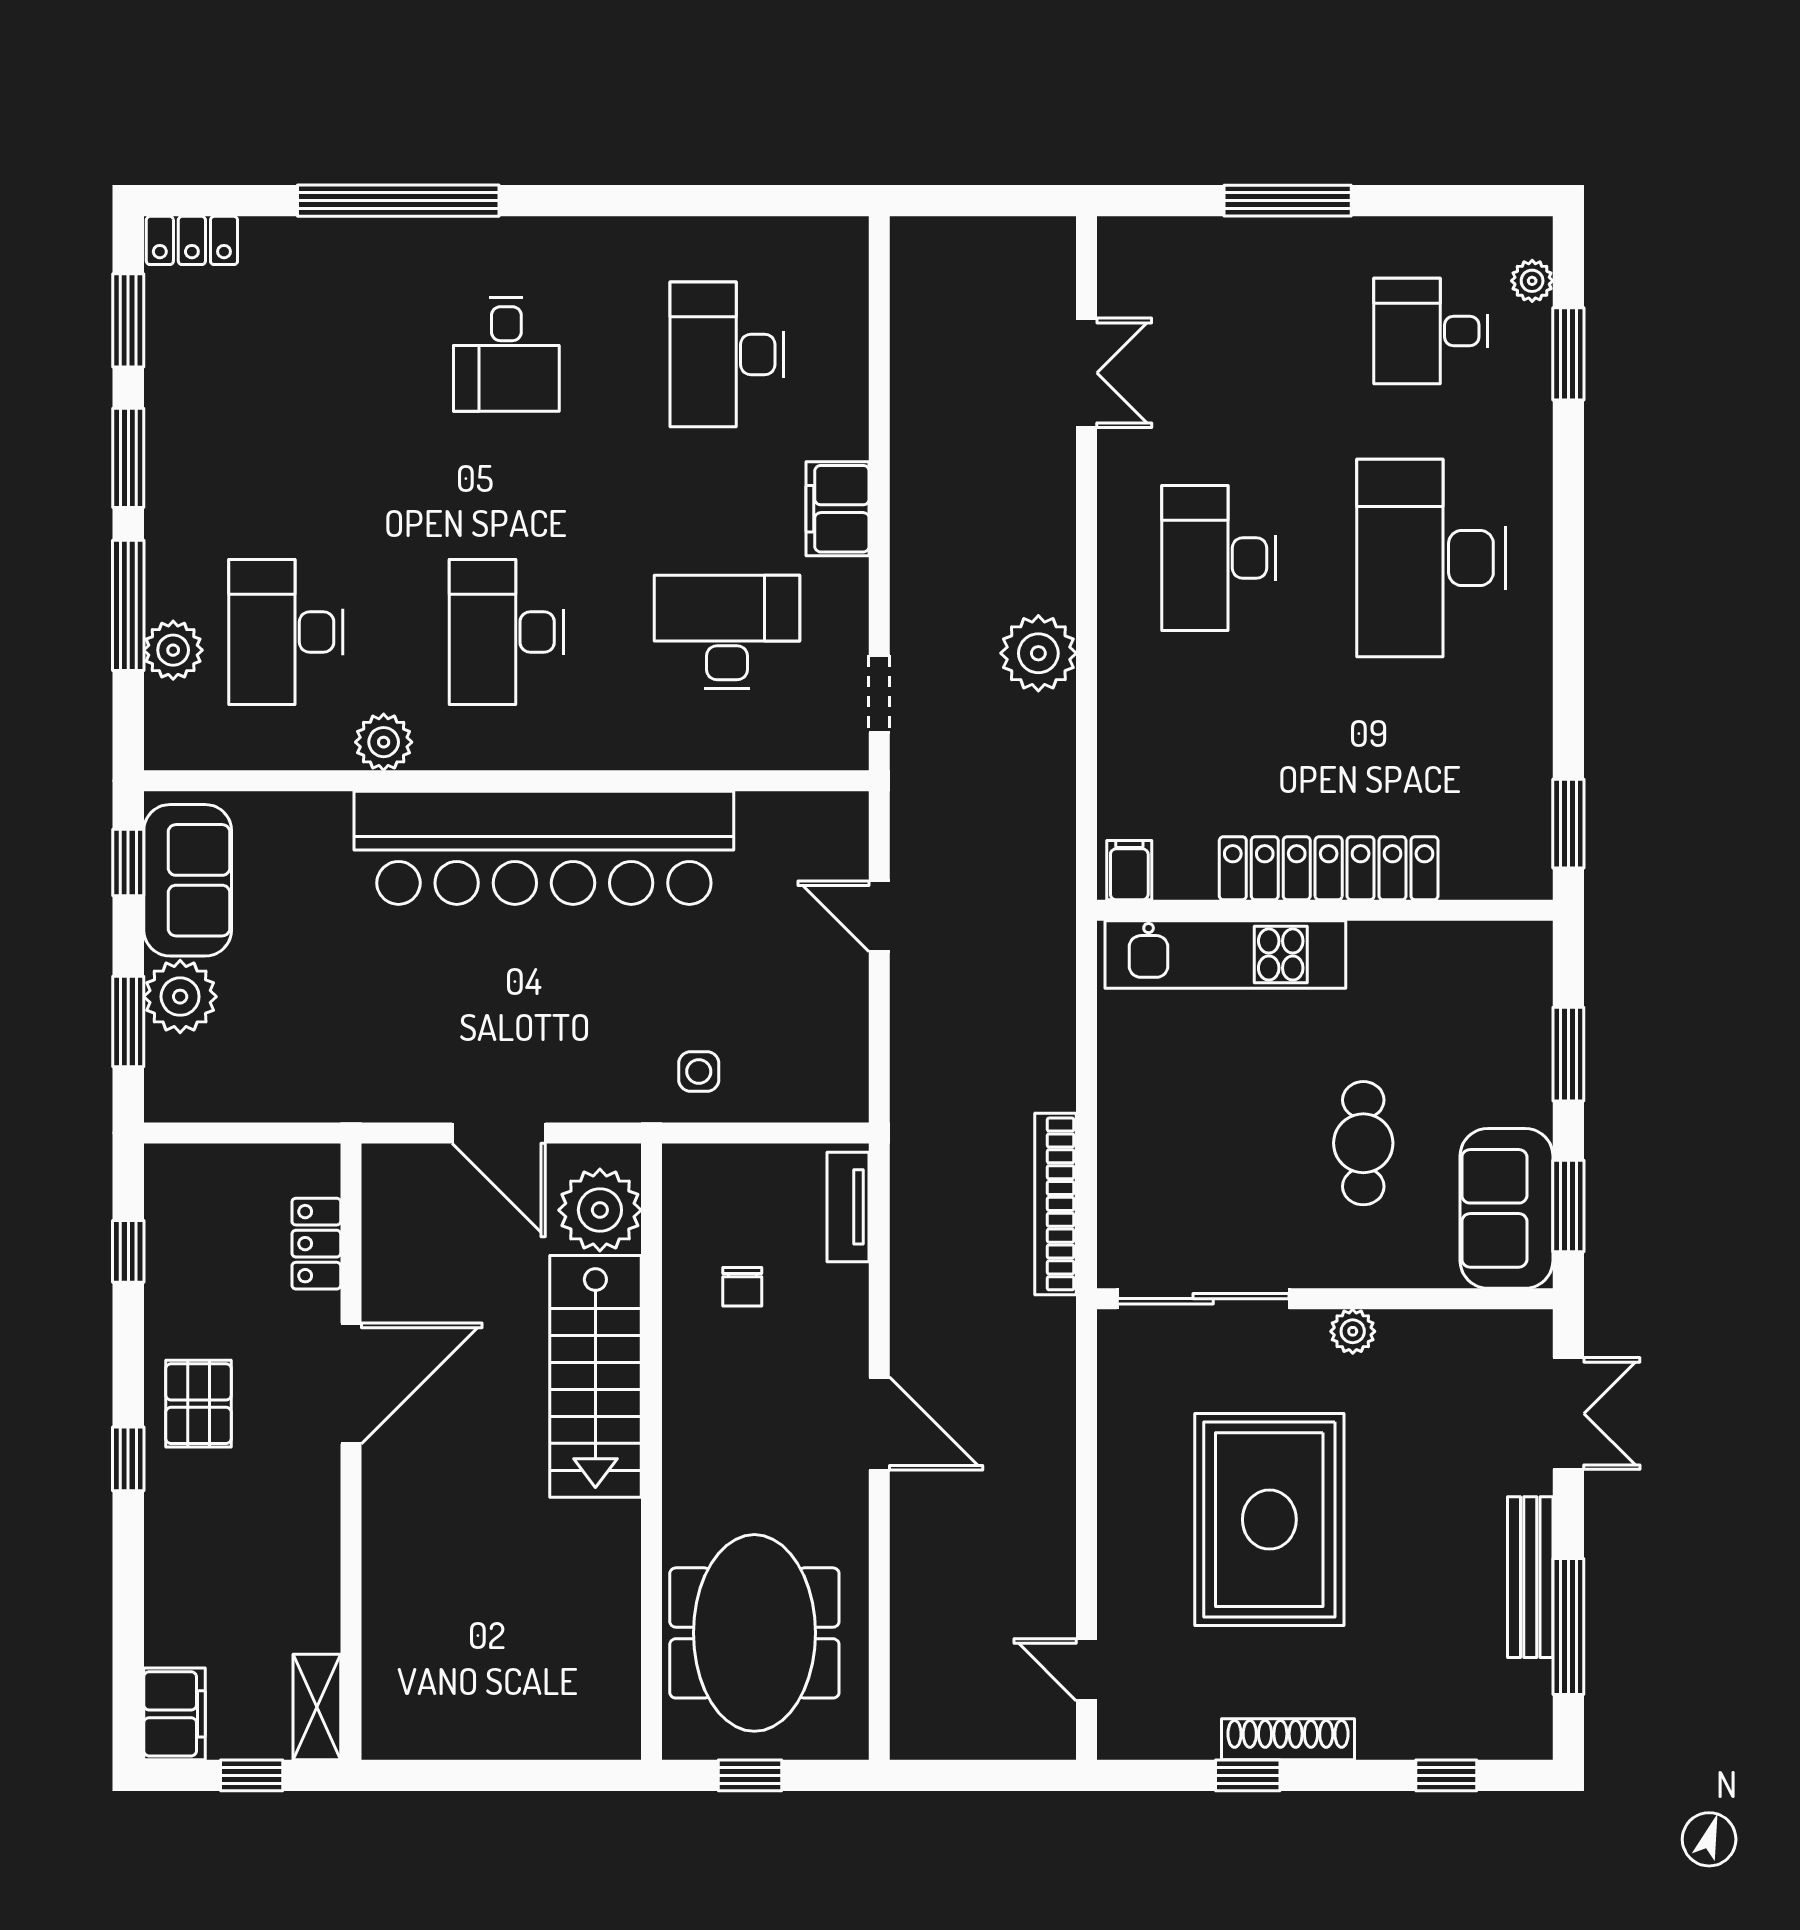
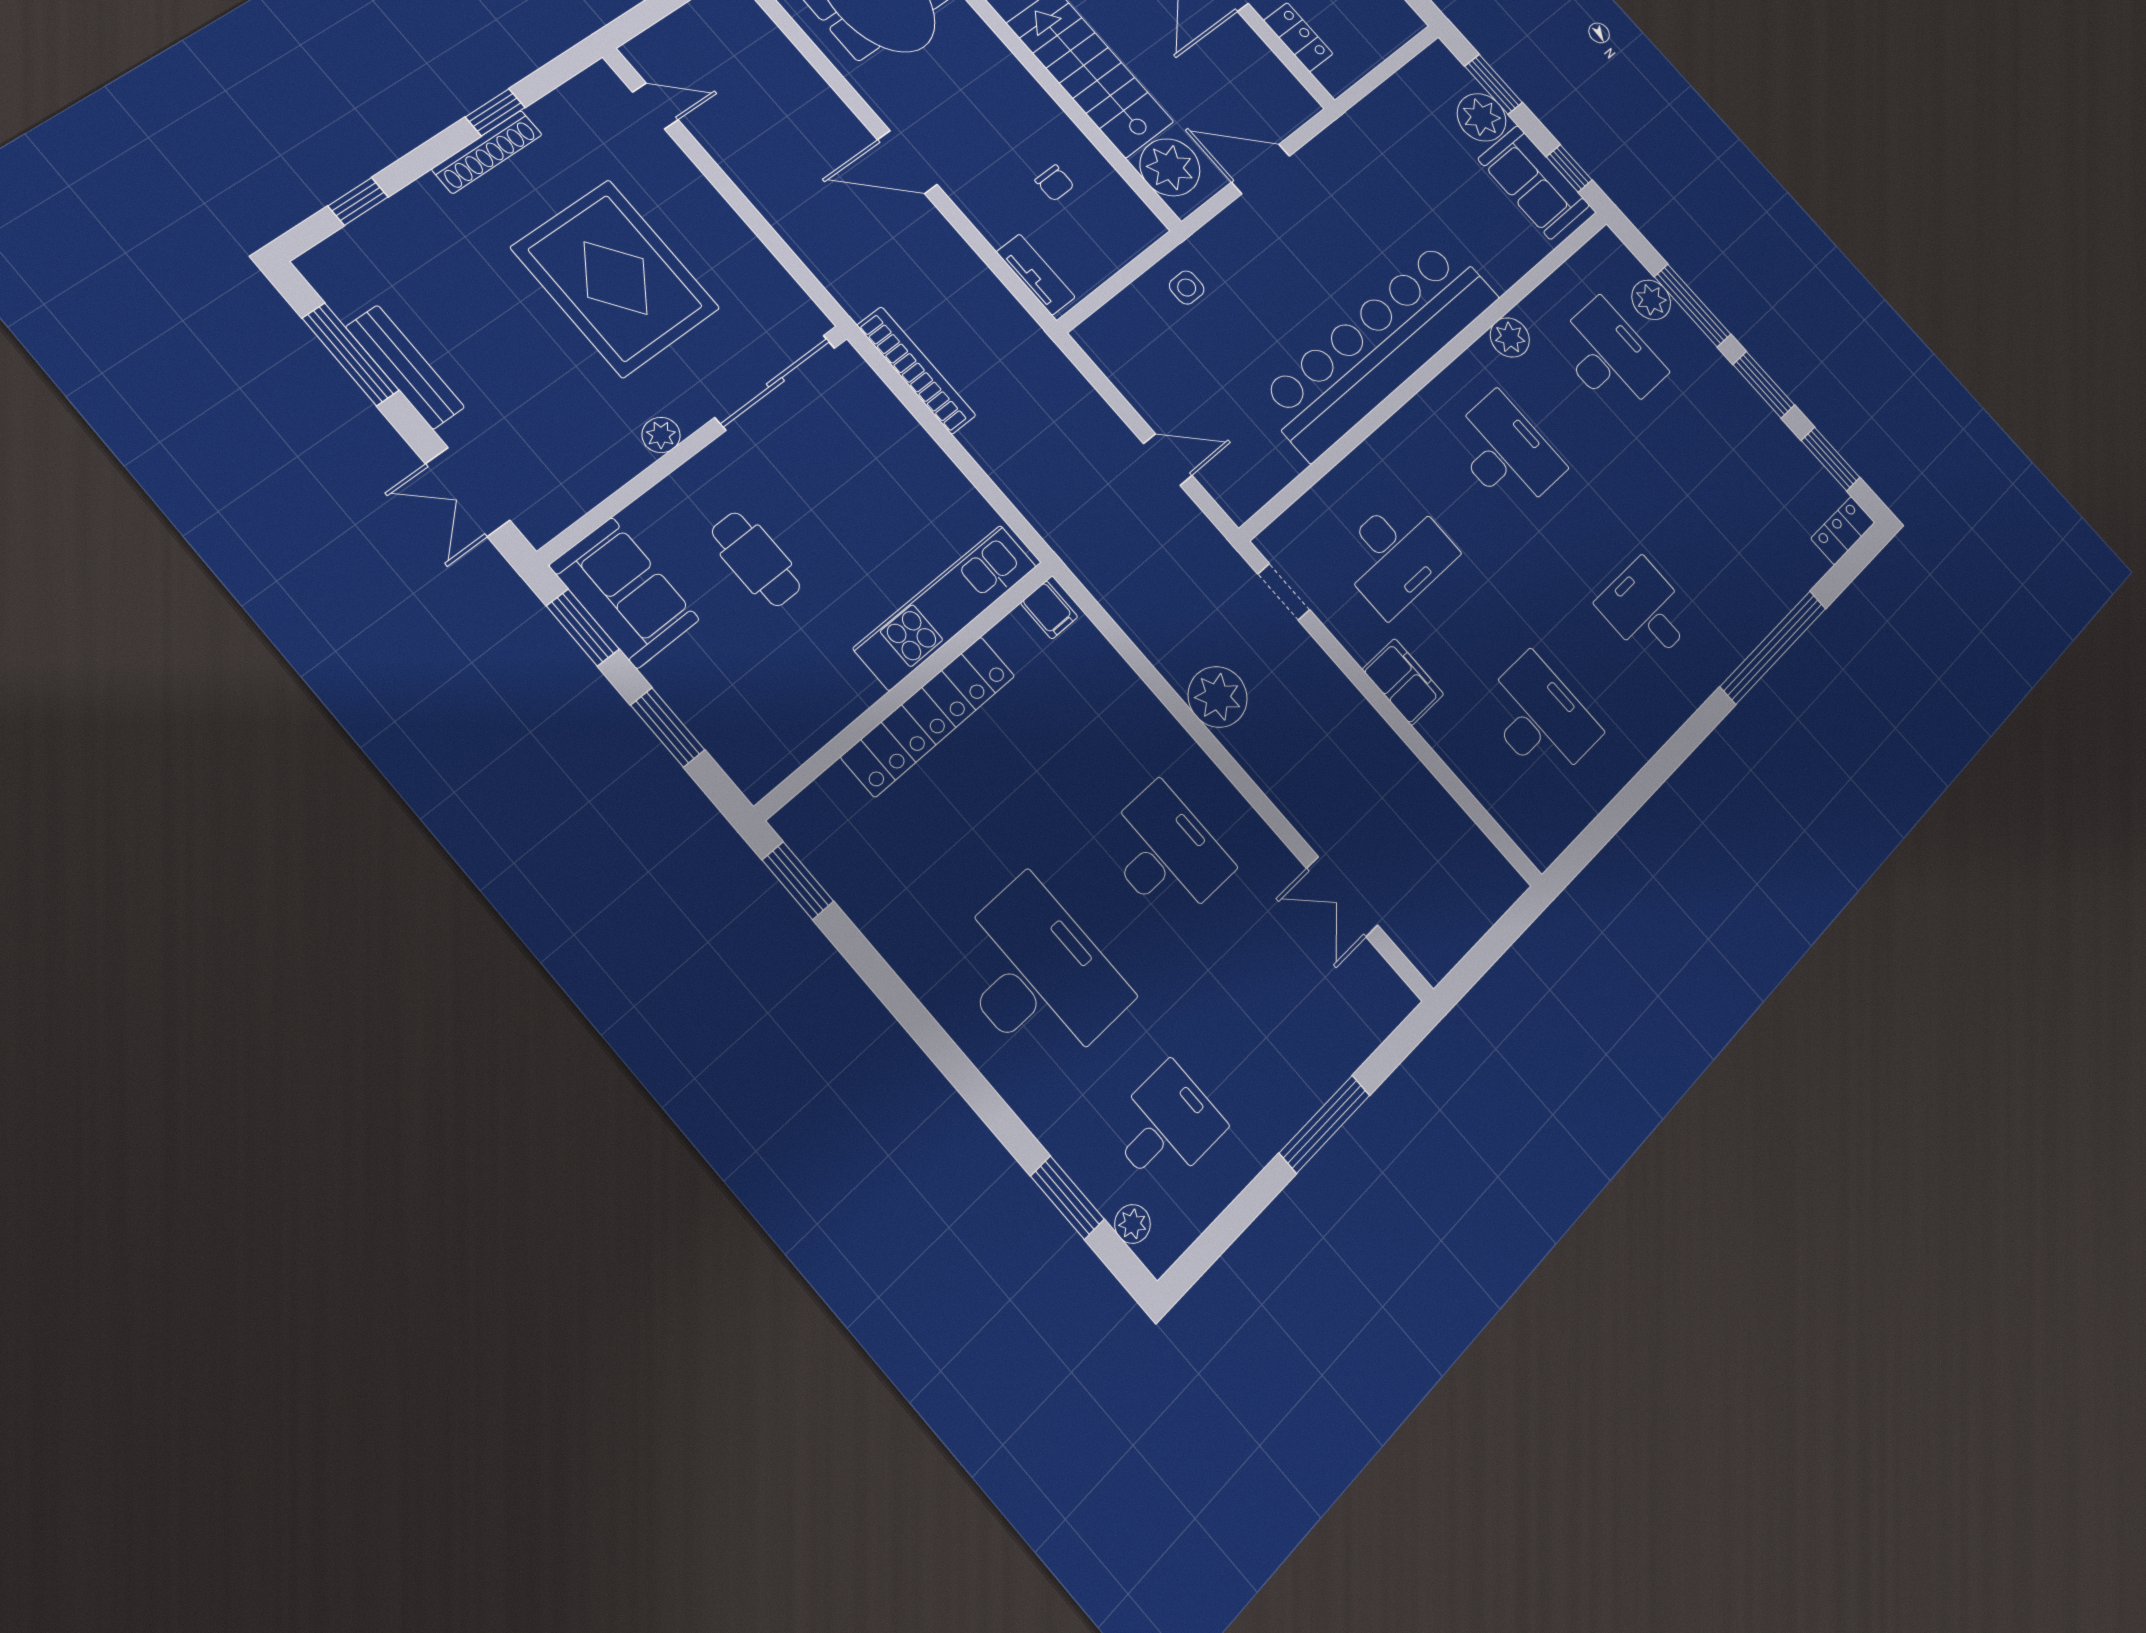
chair: (742, 1287) -> (1055, 183), turned 180

